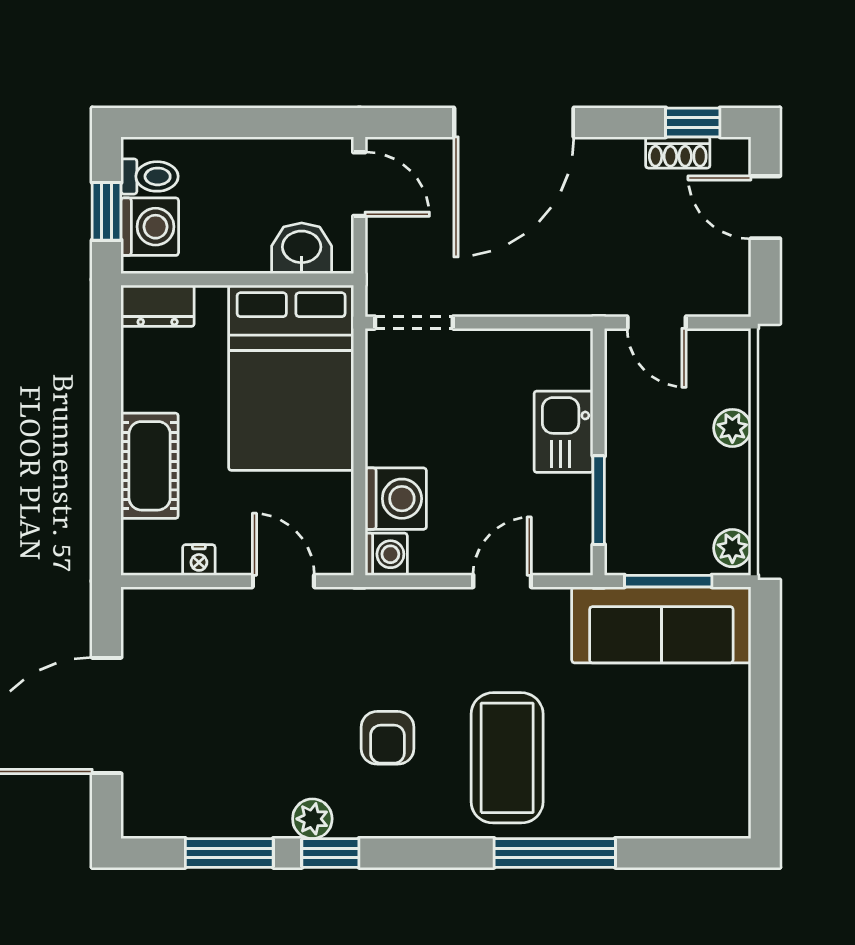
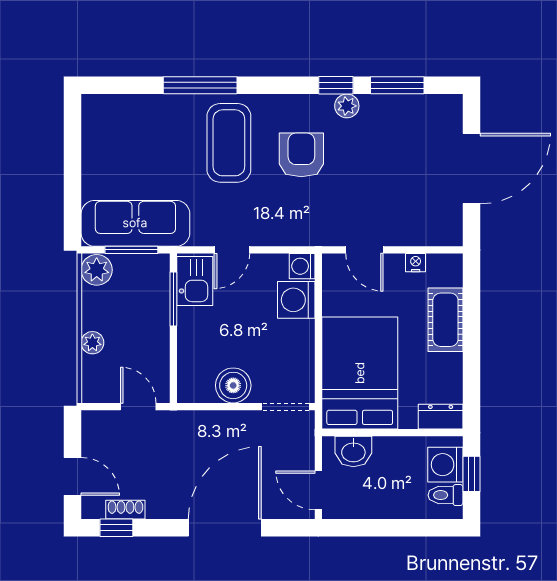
boiler: (500, 357) -> (233, 385), added
kitchen sink: (563, 432) -> (195, 281), moved
plant: (732, 548) -> (97, 270), width x1.38, depth x1.38
armchair: (387, 738) -> (301, 155), width x1.38, depth x1.38

